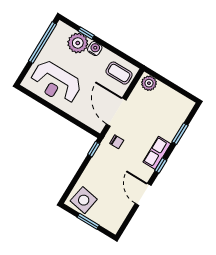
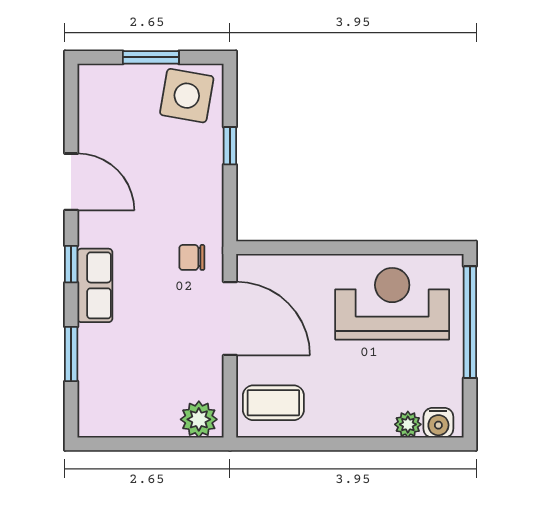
window: (86, 33) -> (391, 444), removed
window: (43, 42) -> (470, 322), moved
plant: (78, 43) -> (408, 424), width x0.53, depth x0.53
water cooler: (95, 49) -> (438, 423), moved
window: (94, 149) -> (230, 146), moved

